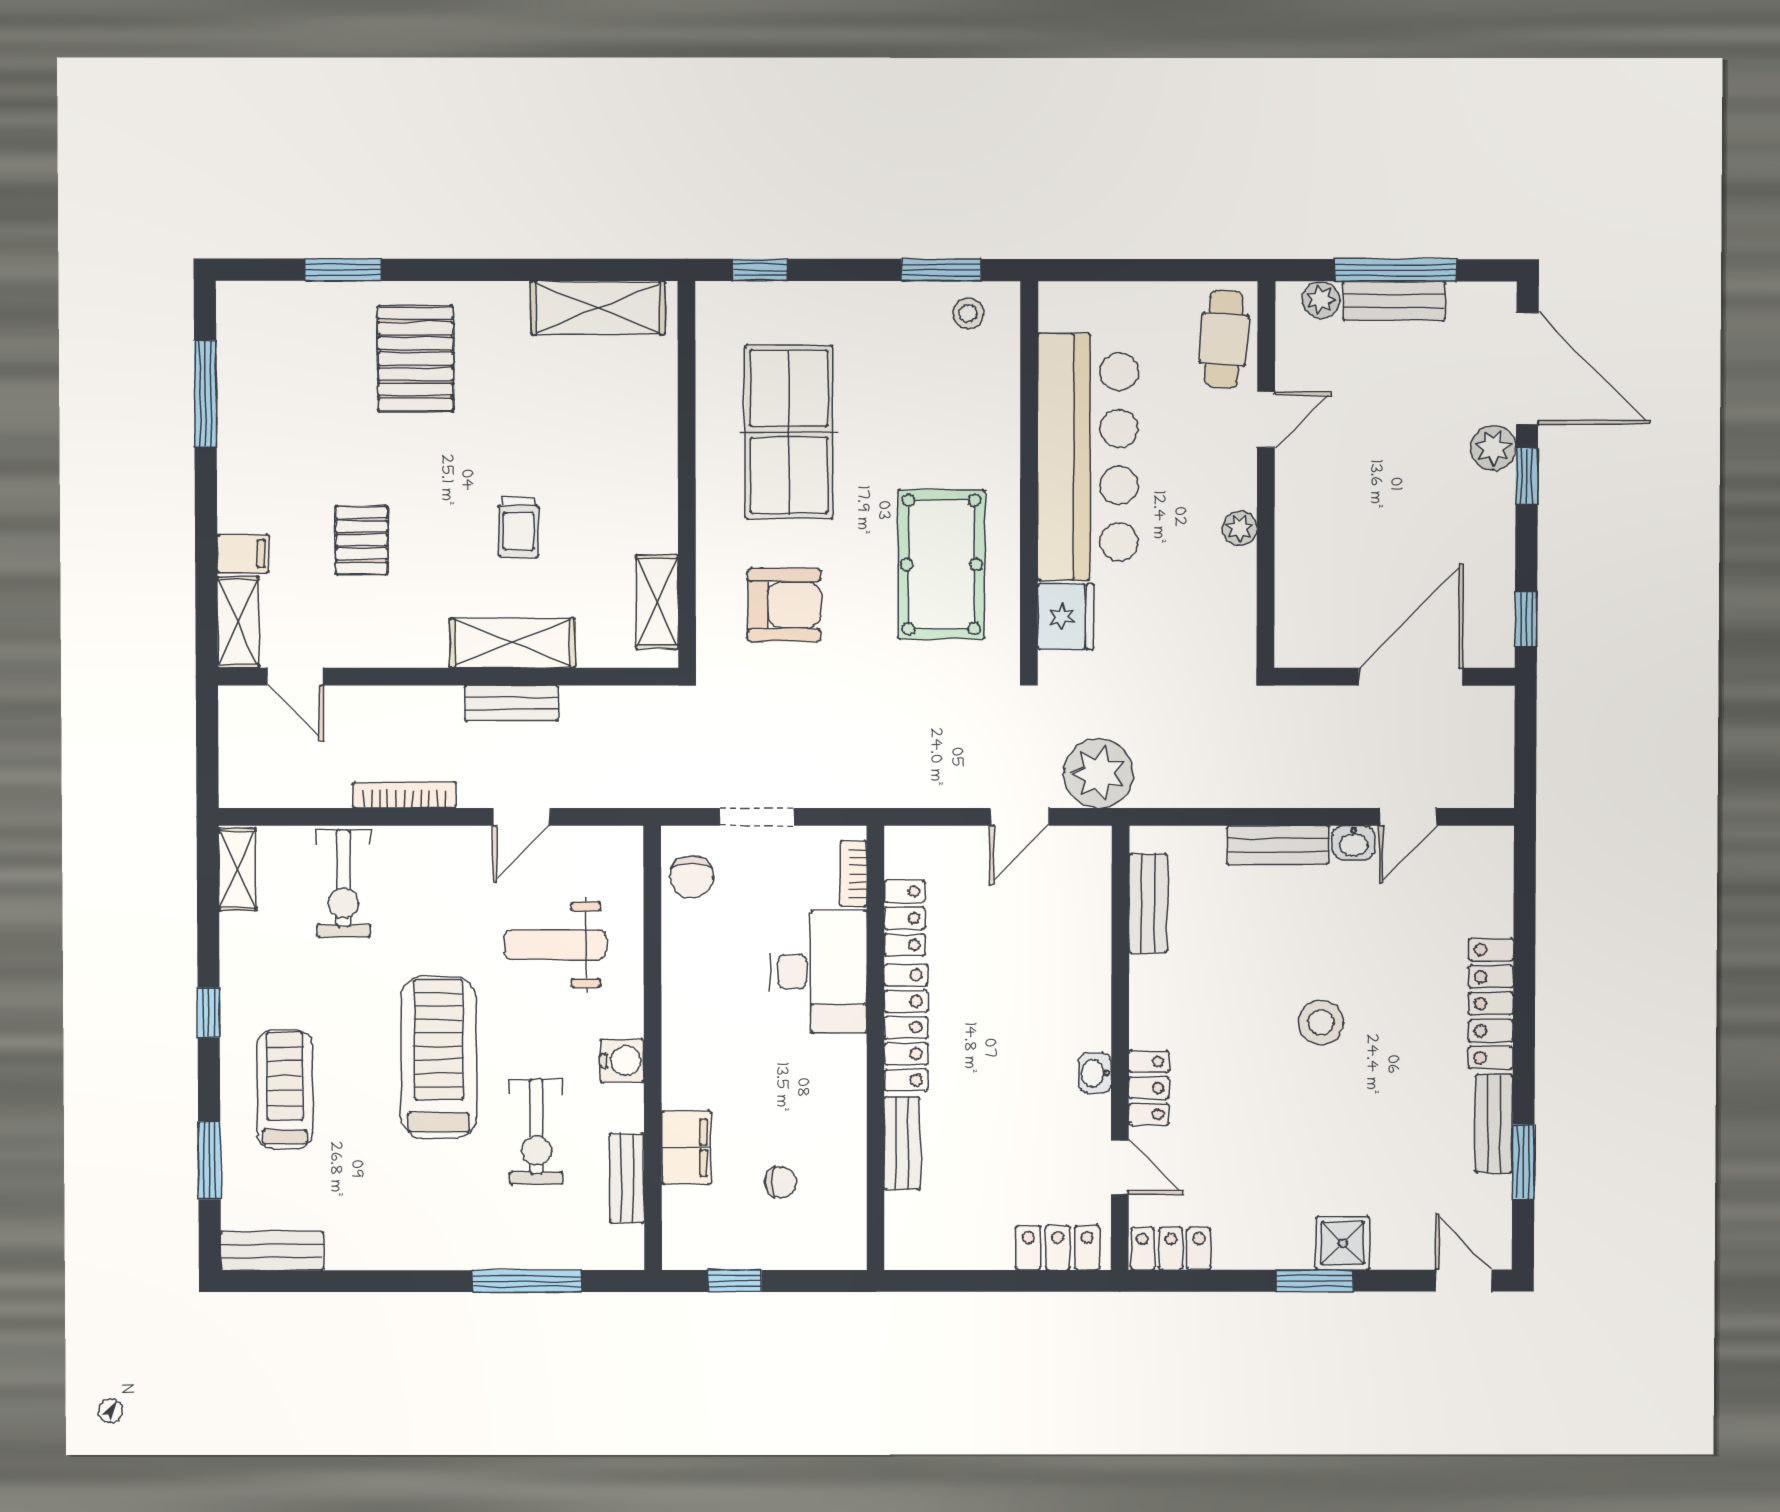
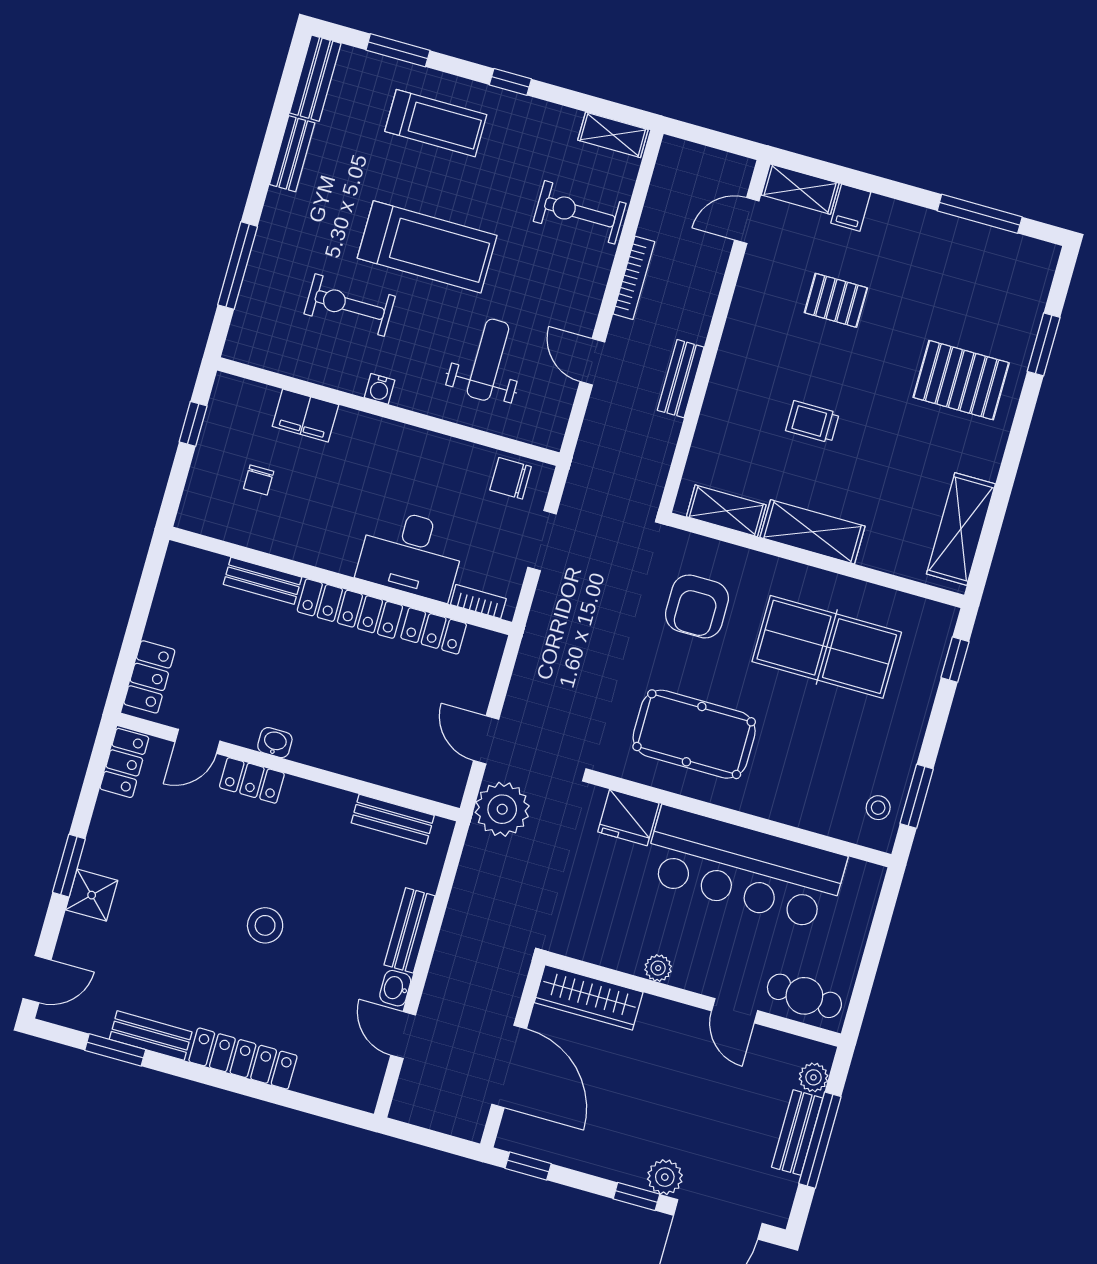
wardrobe: (1299, 603) -> (589, 997), added
shelving: (512, 643) -> (813, 532), moved, turned 90
water cooler: (622, 1061) -> (380, 389), width x0.72, depth x0.72
bench: (627, 1178) -> (292, 154), moved, turned 90

